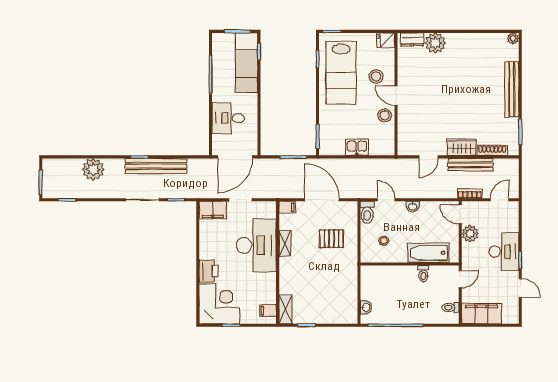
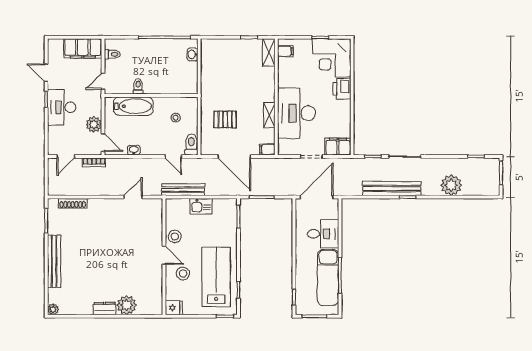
dresser: (412, 39) -> (105, 309), moved
exam couch: (246, 63) -> (328, 278), moved, turned 180
wardrobe: (462, 147) -> (102, 206), removed
bench: (471, 165) -> (183, 190), moved
washbasin: (413, 206) -> (134, 150), moved

